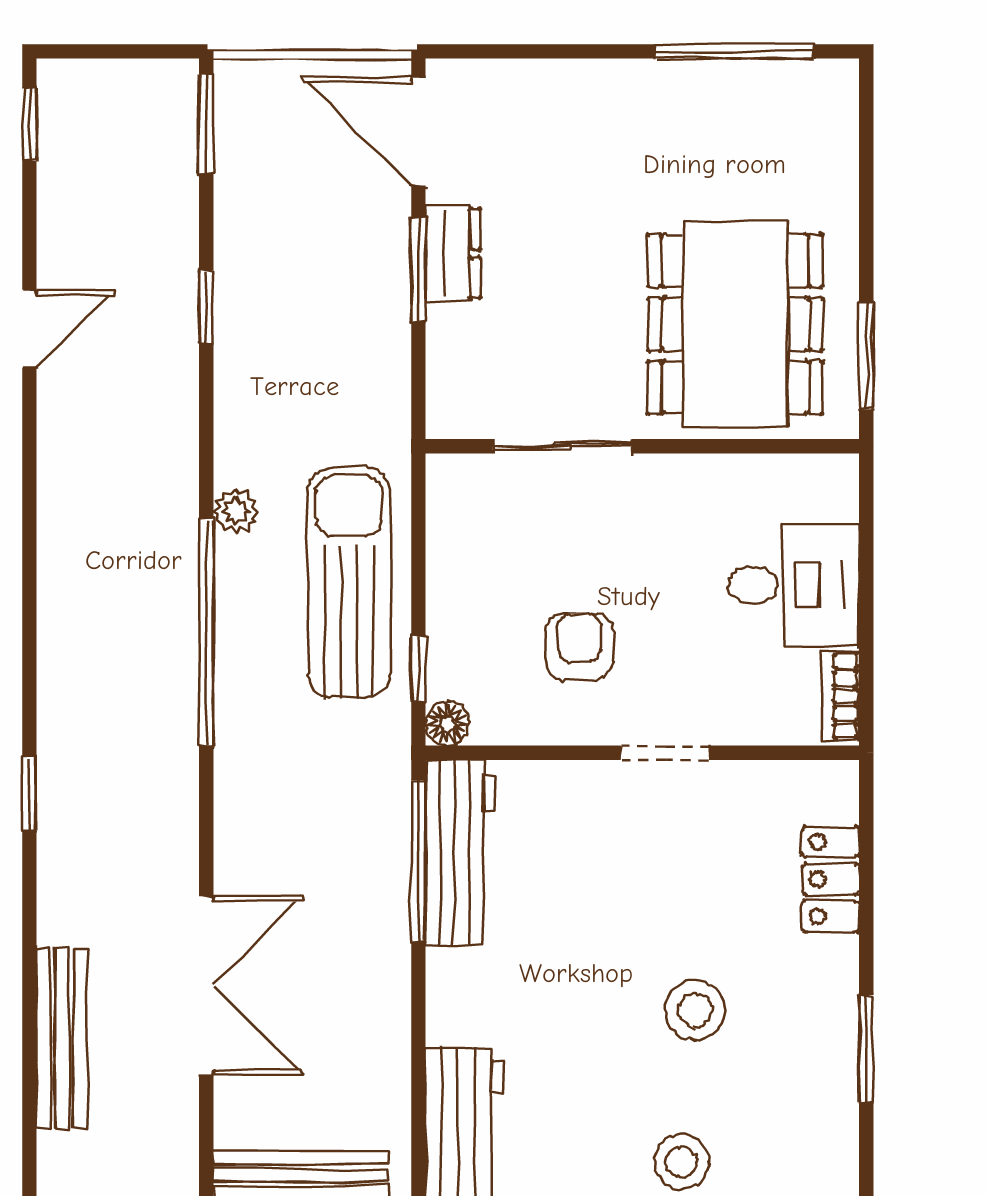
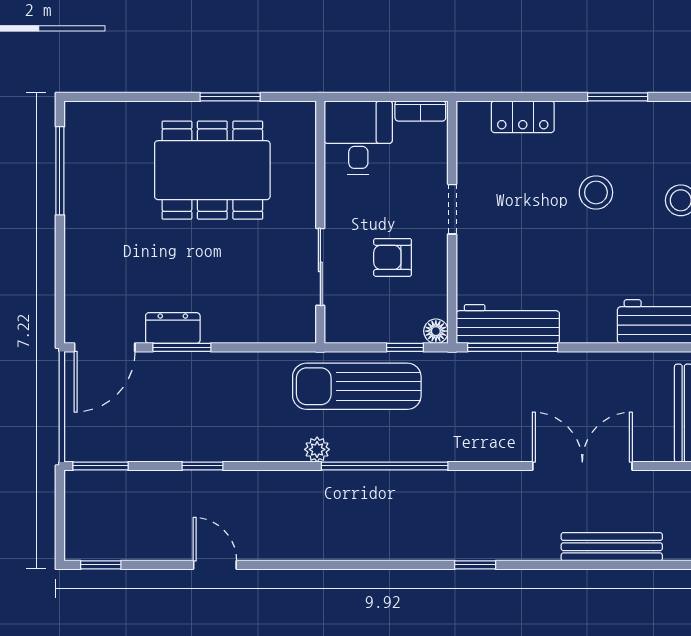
sliding door: (562, 446) -> (320, 267), moved
wall: (642, 446) -> (320, 222), moved

